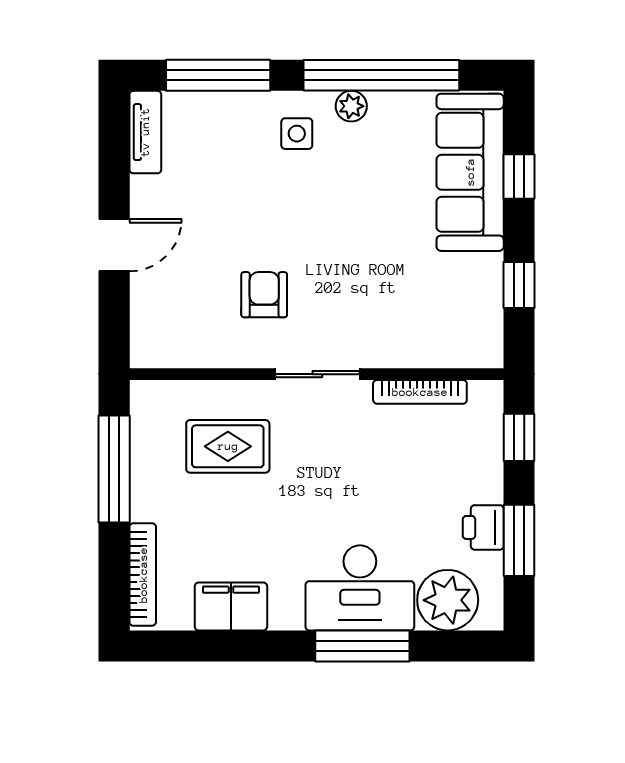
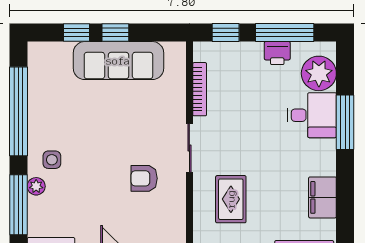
plant: (351, 106) -> (36, 186), moved
sofa: (470, 172) -> (118, 61), moved
window: (519, 285) -> (115, 33), moved
window: (519, 540) -> (285, 33), width x1.44
desk: (360, 588) -> (312, 115), width x0.73

